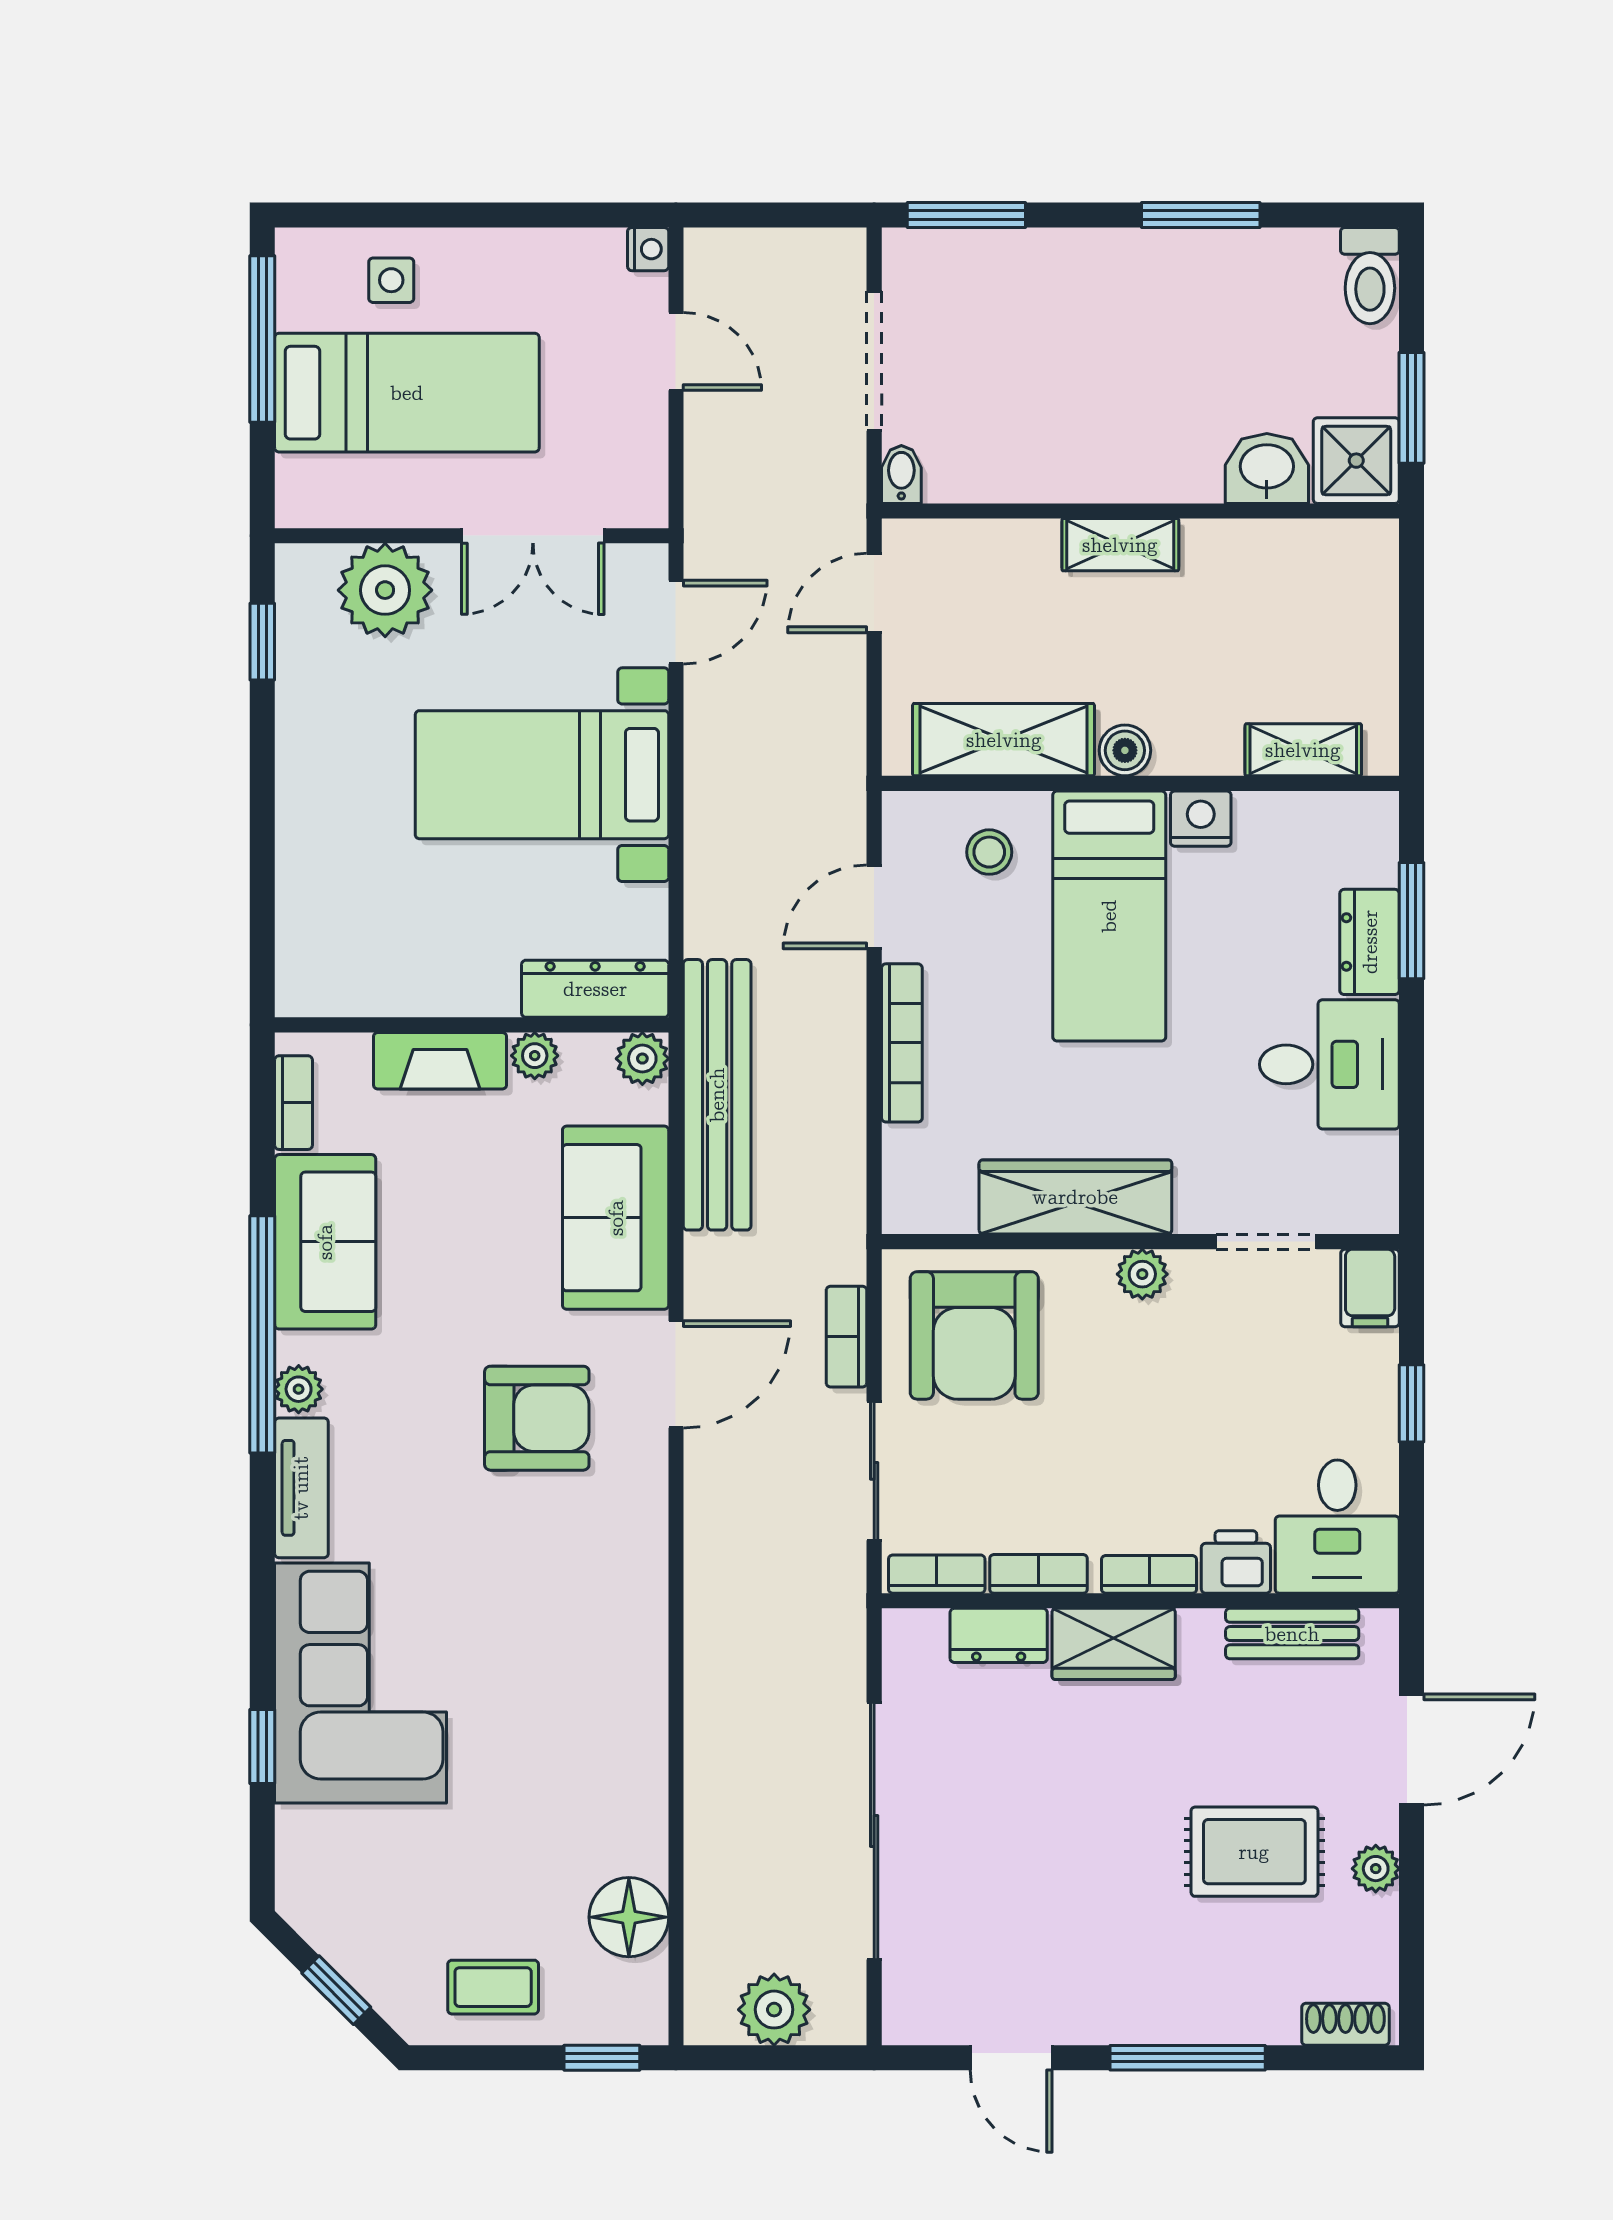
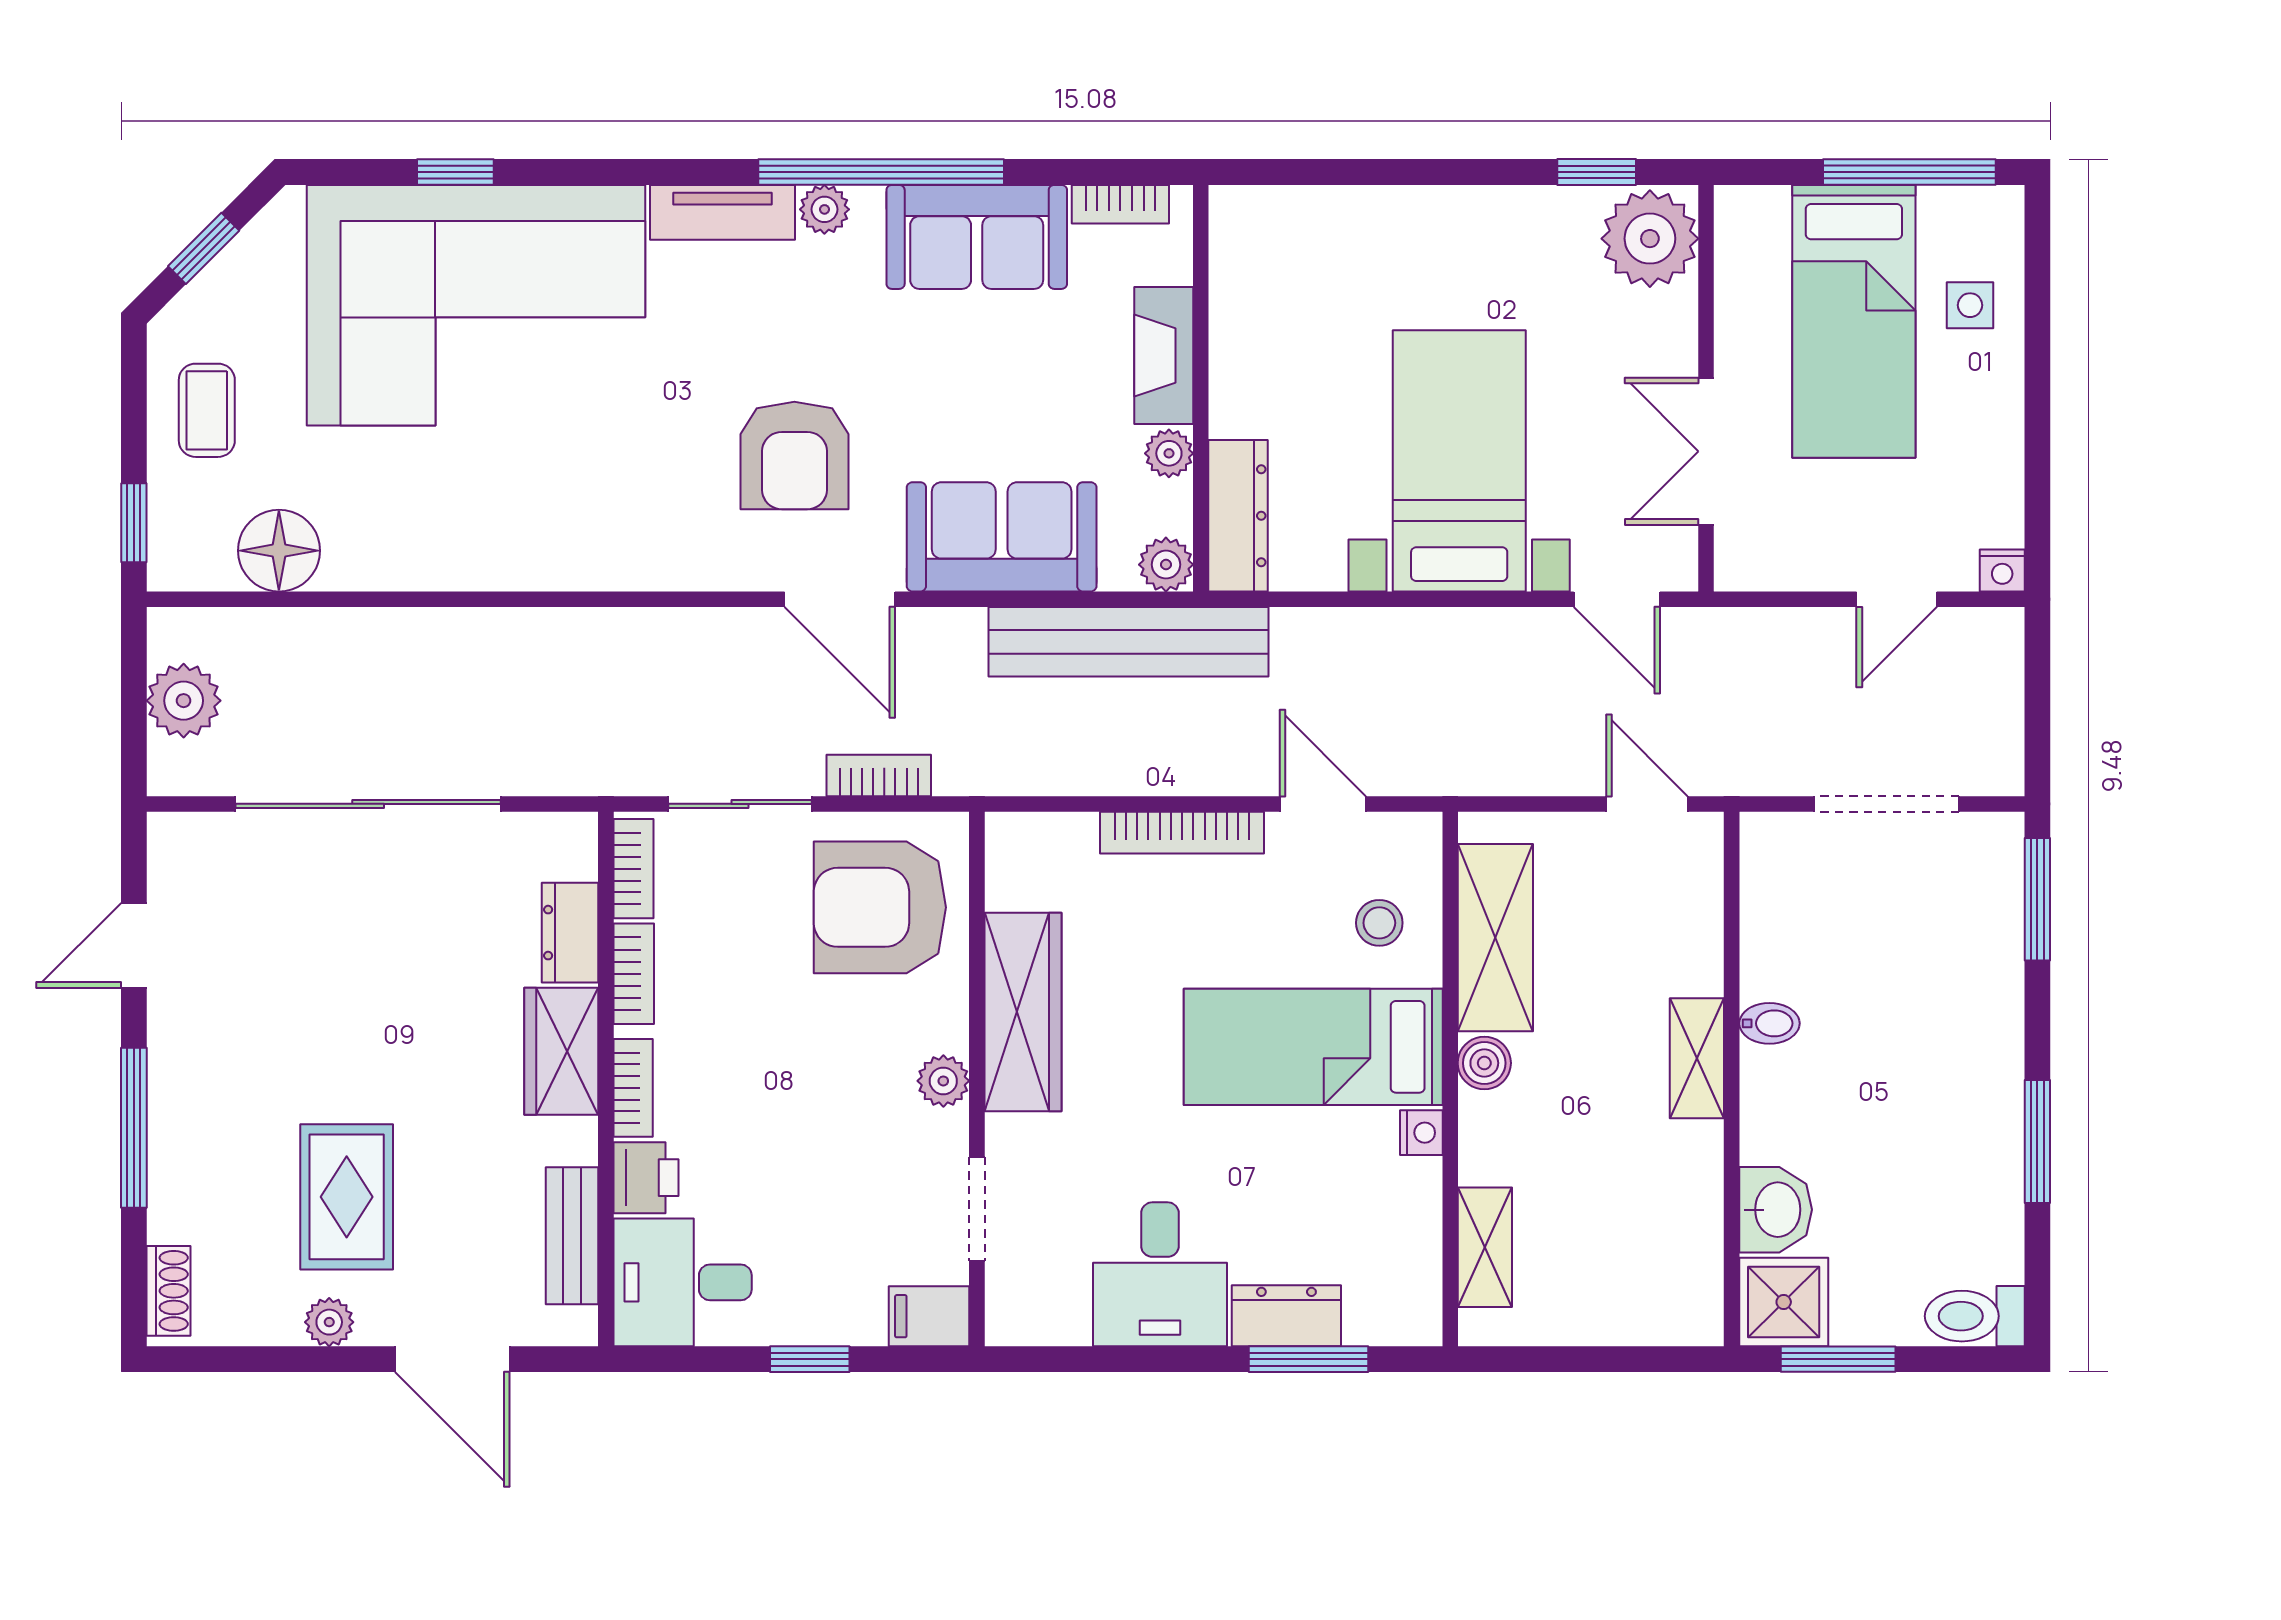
bidet: (901, 474) -> (1769, 1023), moved
plant: (385, 590) -> (1650, 239), moved
nightstand: (1201, 819) -> (1421, 1133), width x0.72, depth x0.74
corner sofa: (361, 1683) -> (476, 305), width x1.36, depth x1.36

